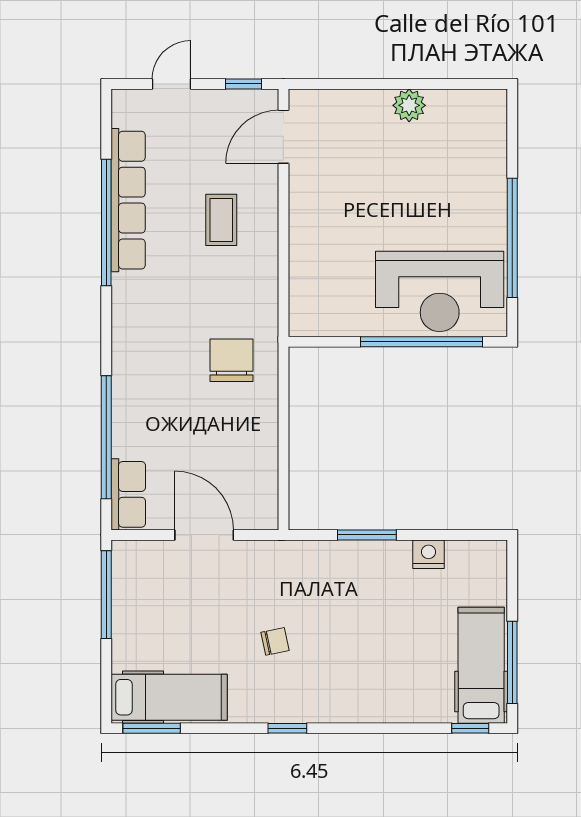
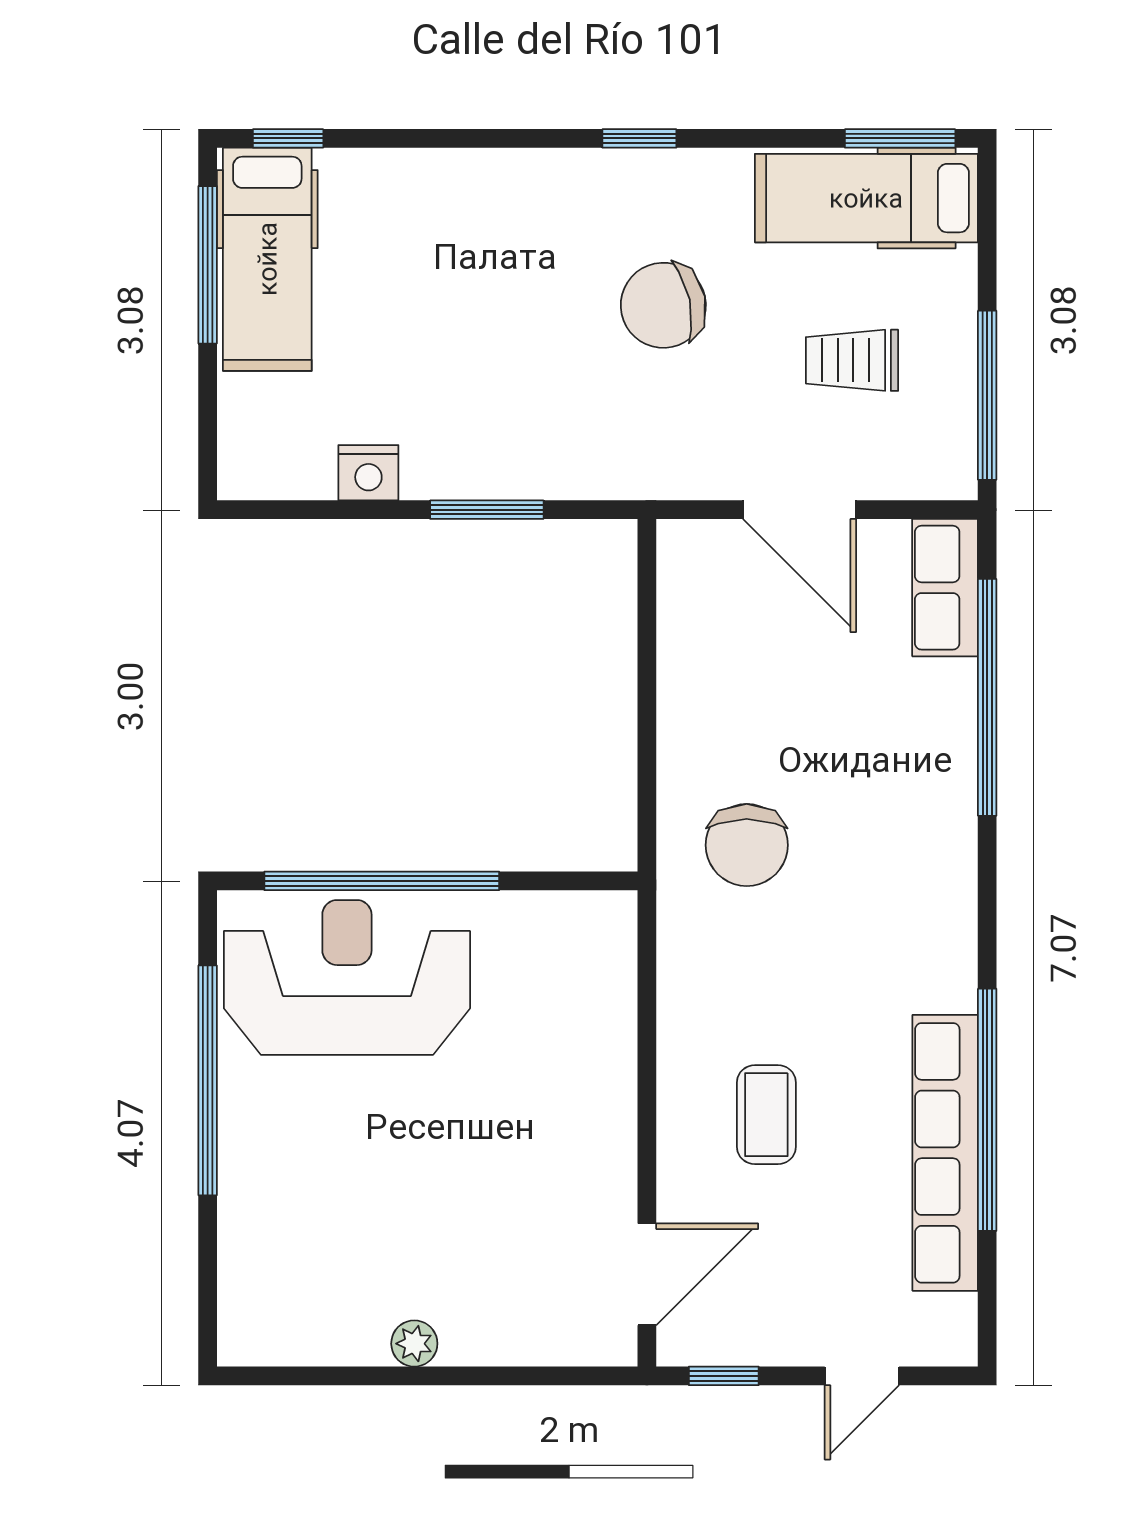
plant: (409, 105) -> (414, 1344), width x0.73, depth x0.73
trolley: (177, 613) -> (852, 360), added
chair: (275, 641) -> (663, 305), width x1.87, depth x1.87

